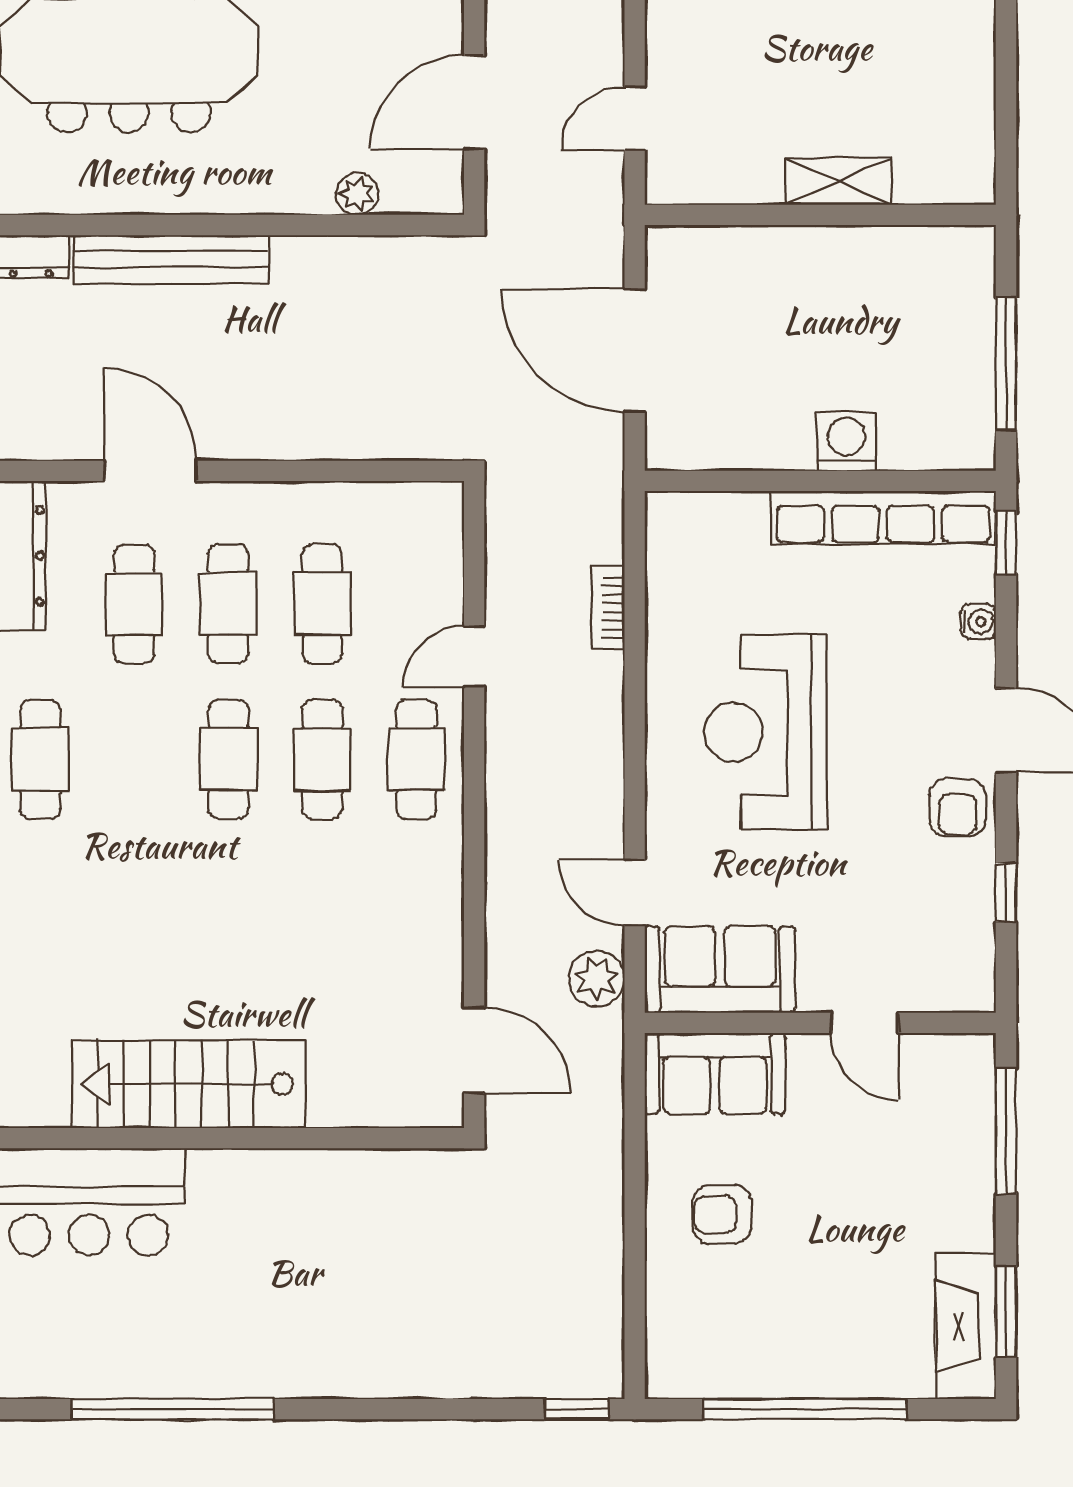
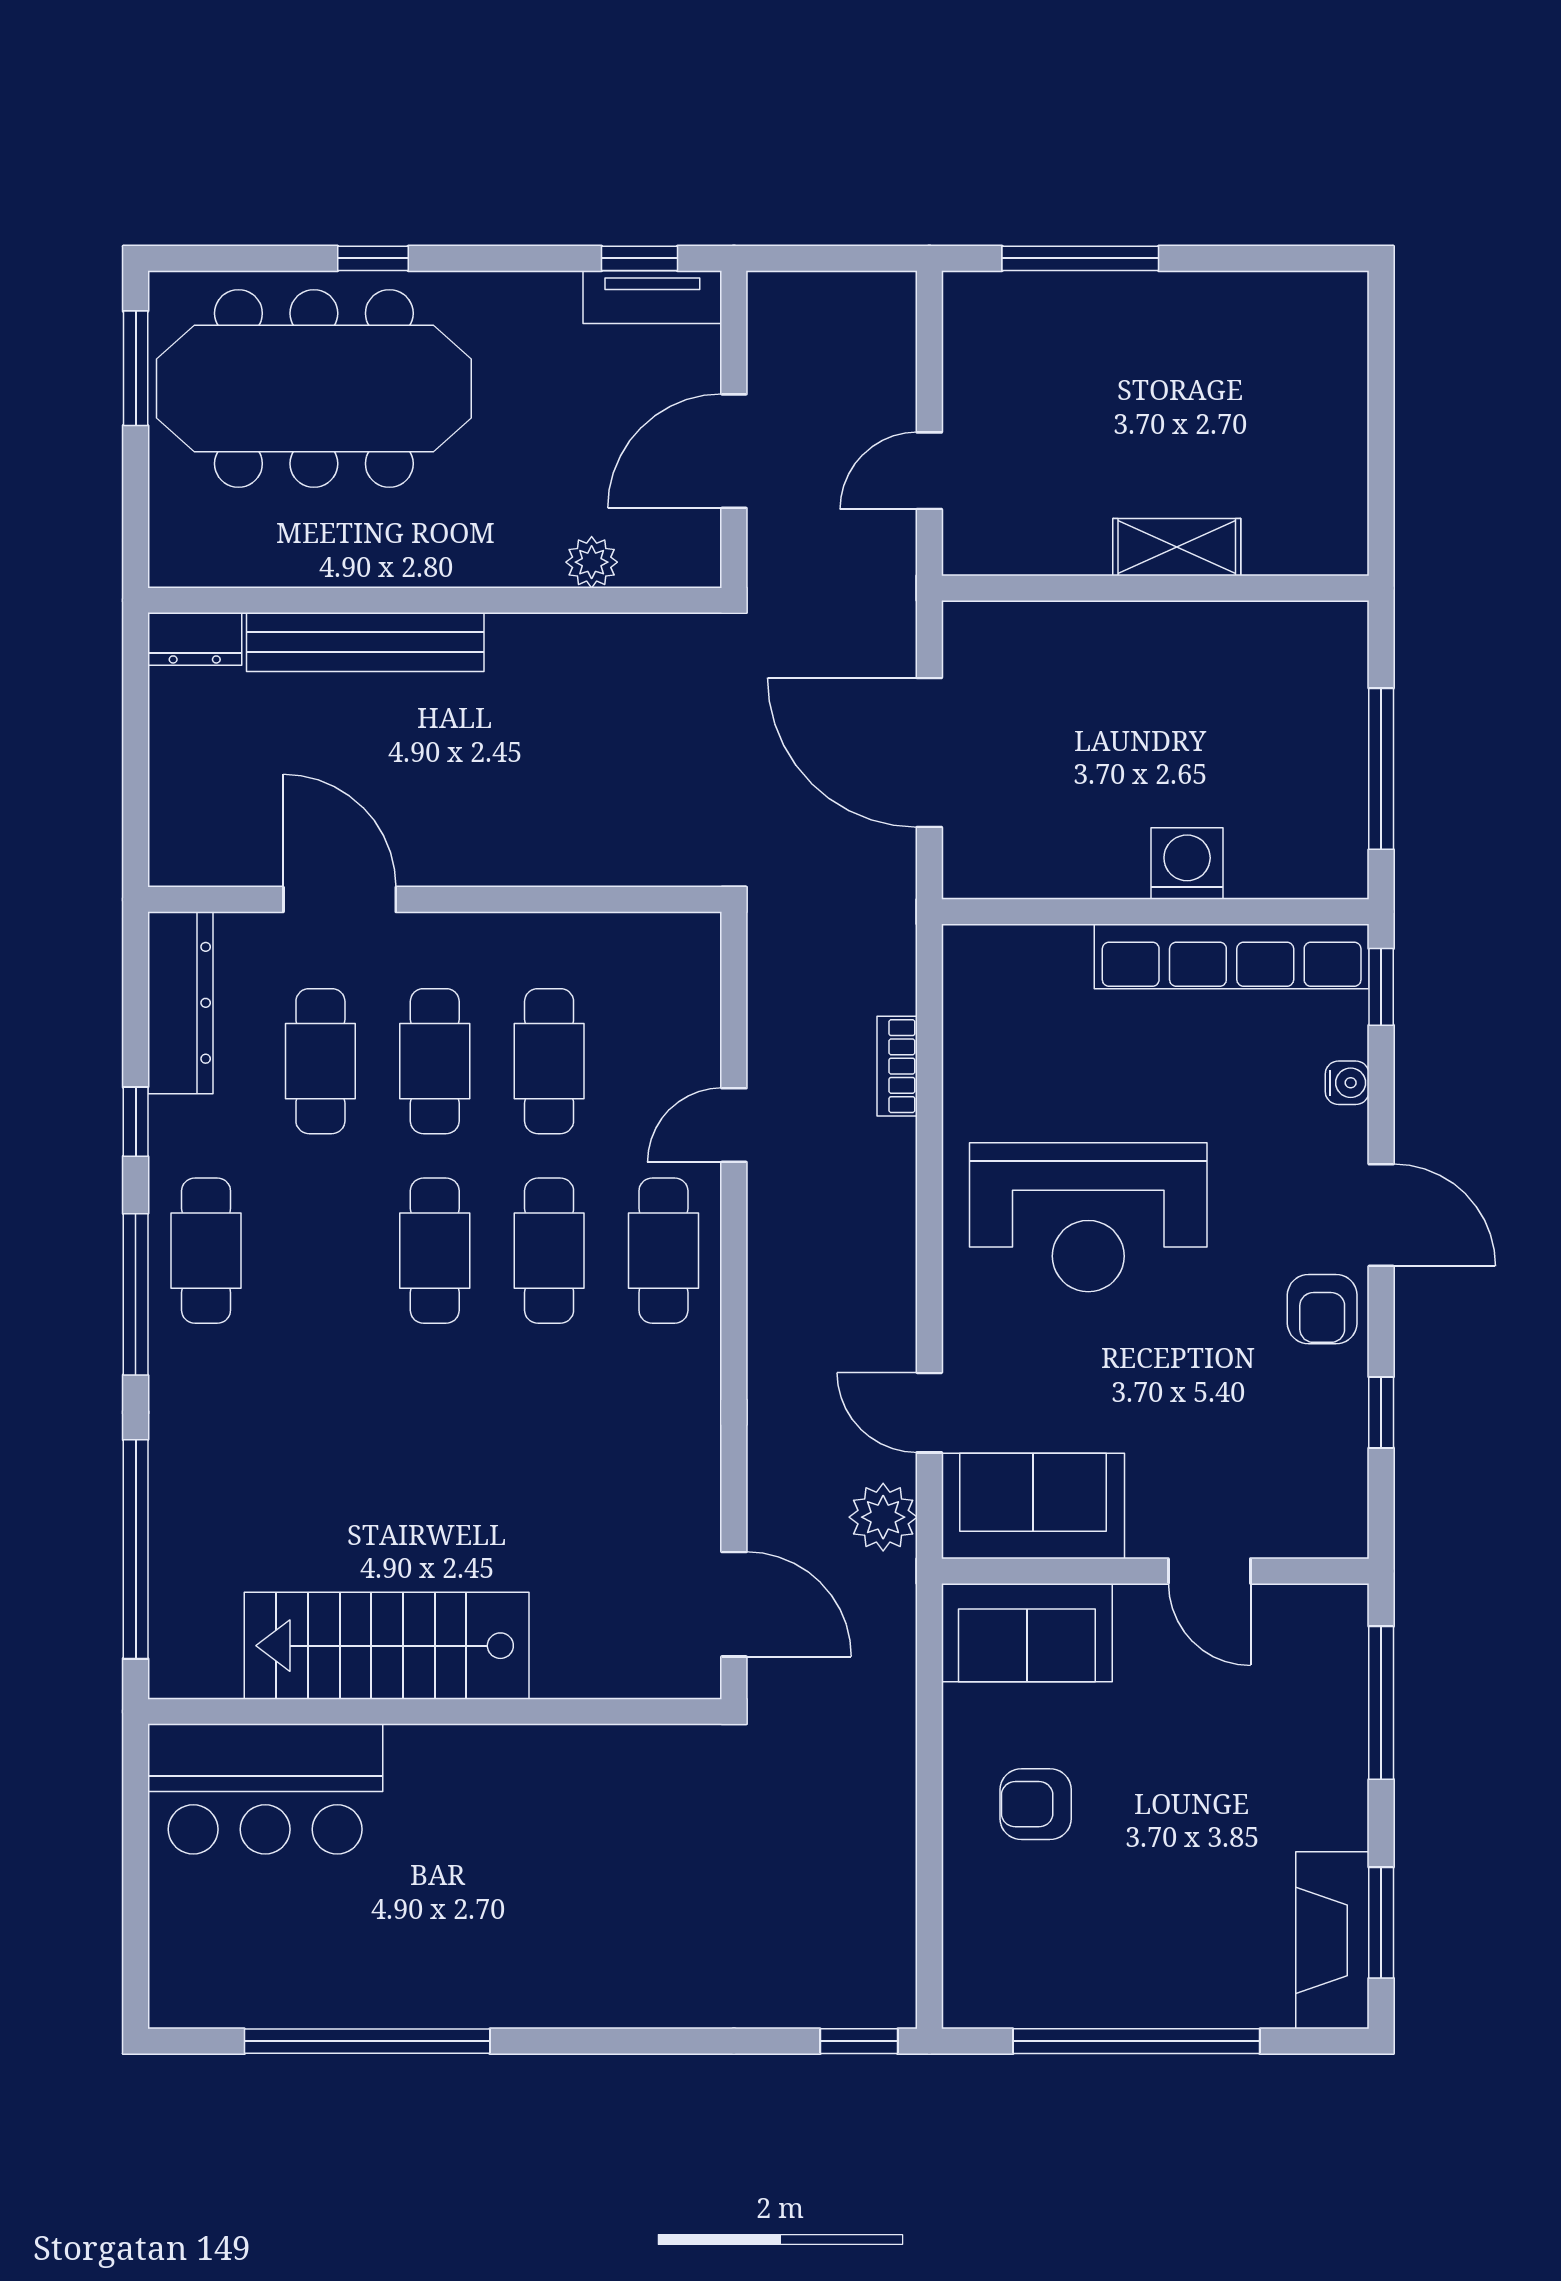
reception desk: (765, 732) -> (1088, 1217), turned -90

